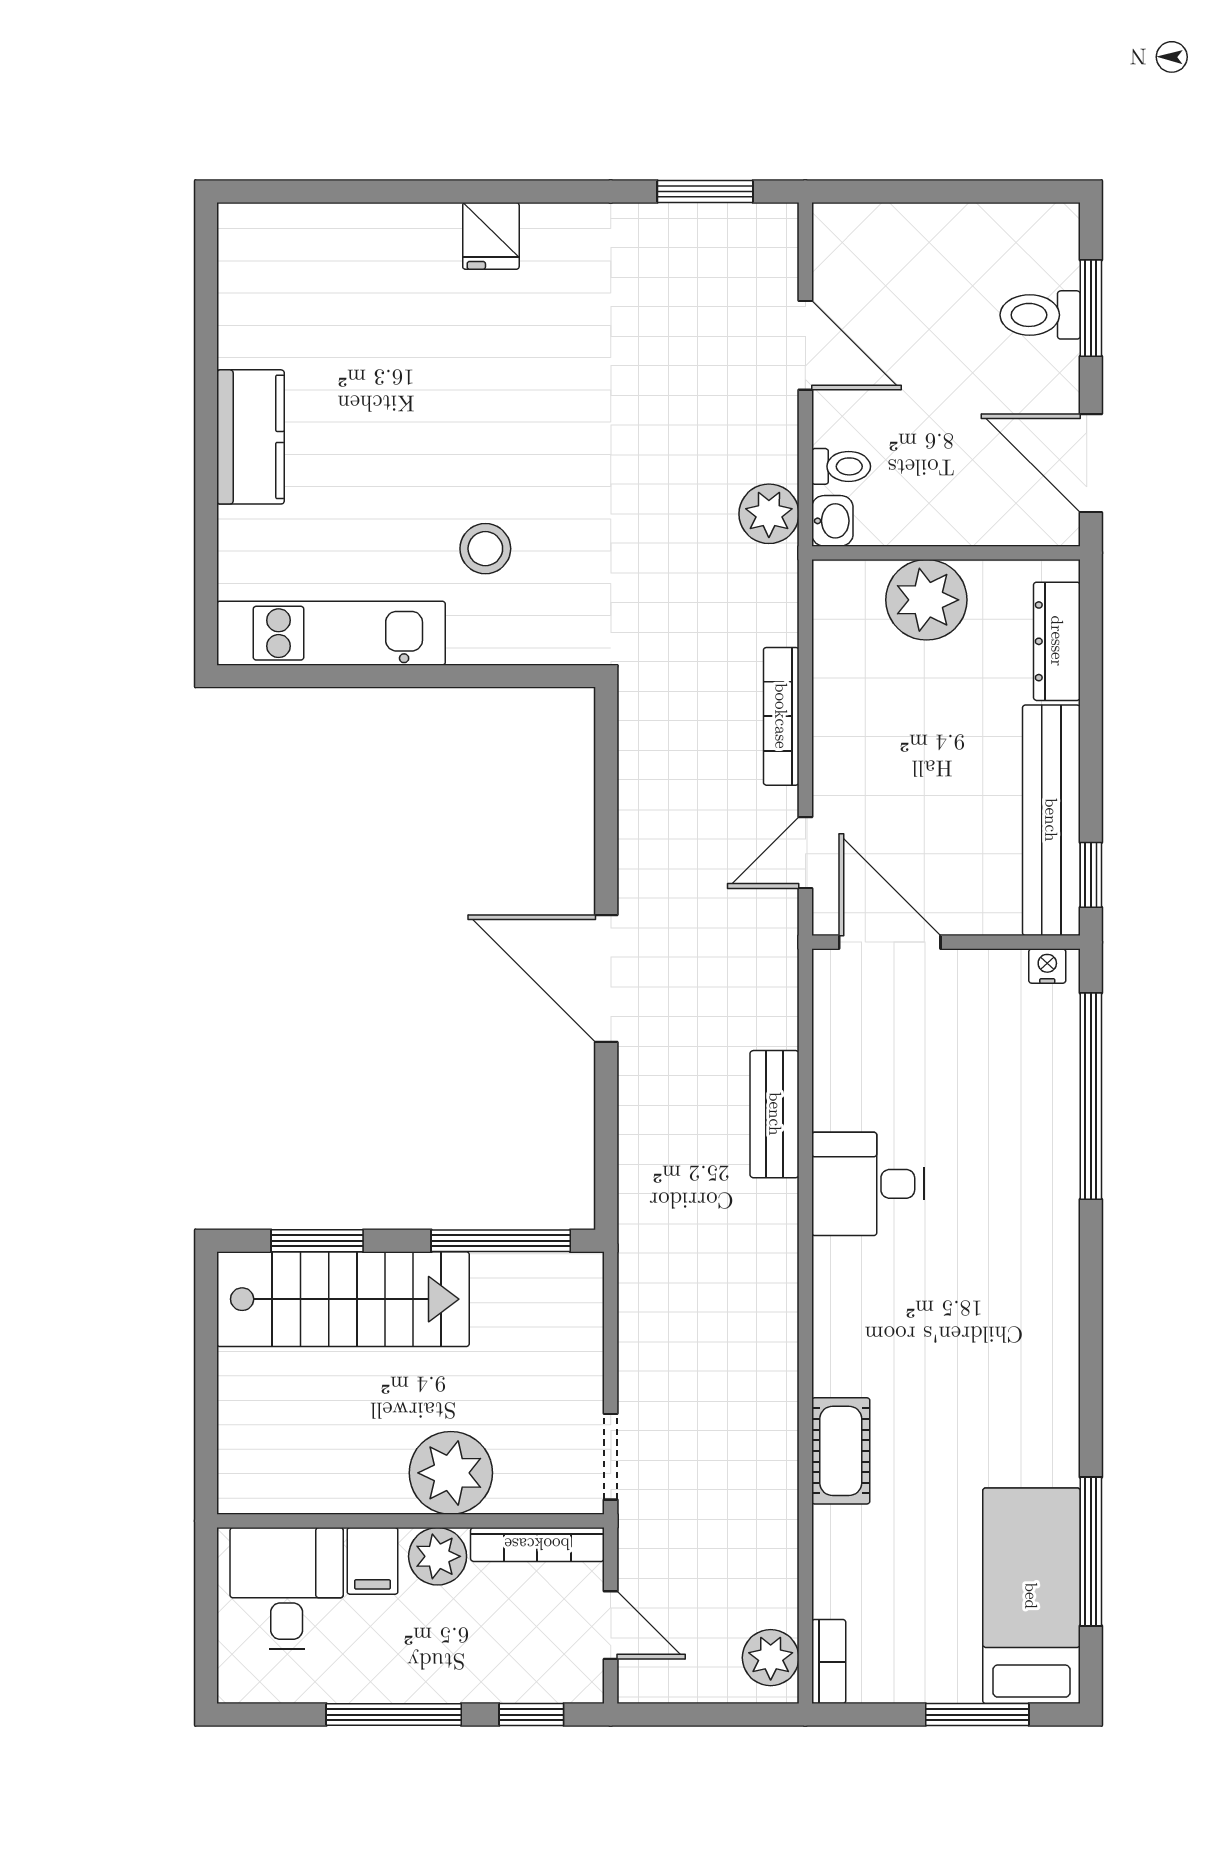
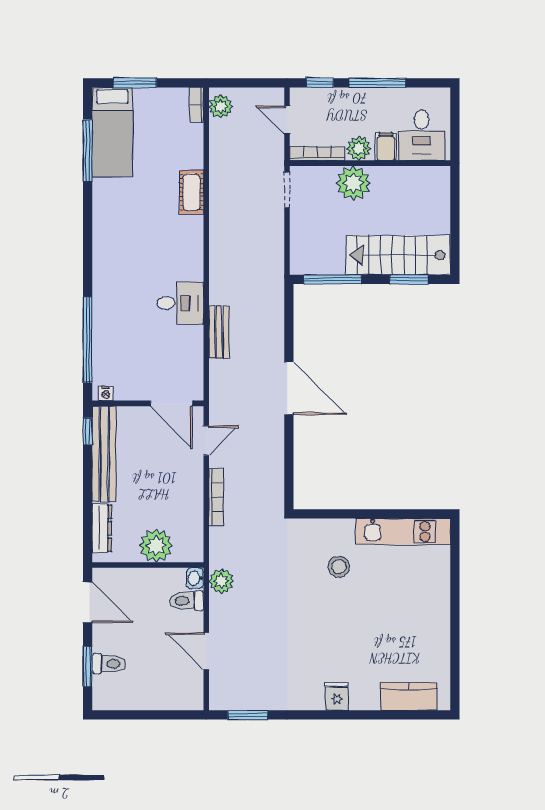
kitchen counter: (250, 437) -> (409, 697), moved, turned 90
toilet: (841, 466) -> (187, 601), width x1.37, depth x1.39

